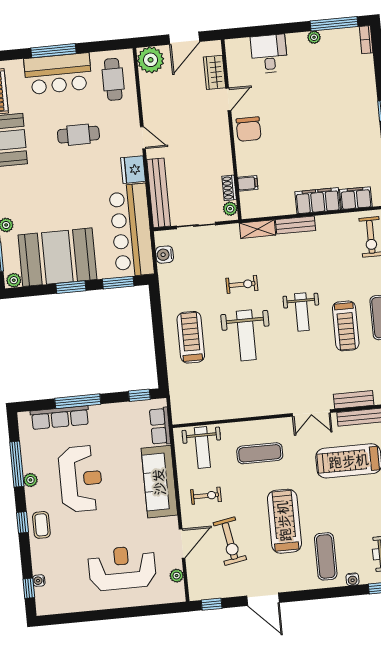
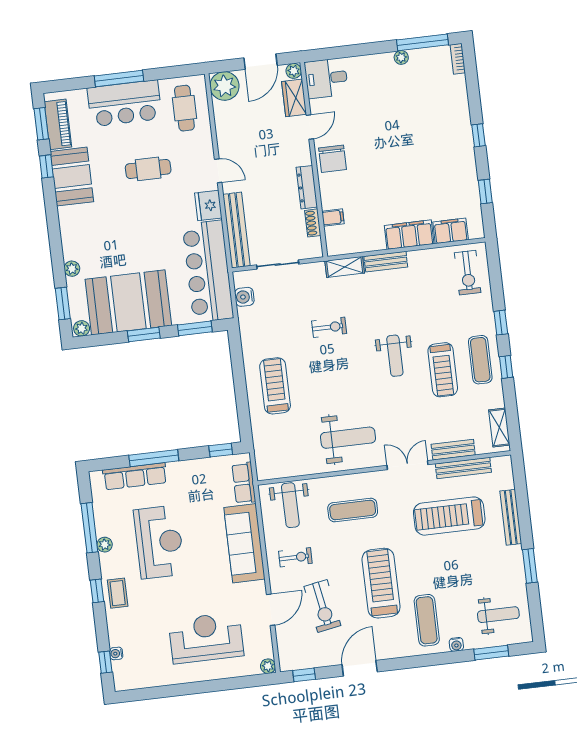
desk: (269, 54) -> (326, 78), moved, turned -90
dresser: (224, 155) -> (307, 187), added
plant: (230, 209) -> (294, 71), moved
weight bench: (246, 335) -> (348, 438), moved, turned -90
double door: (311, 413) -> (408, 465), swing flipped
plant: (177, 576) -> (268, 666), moved
door: (263, 599) -> (360, 668), swing flipped

